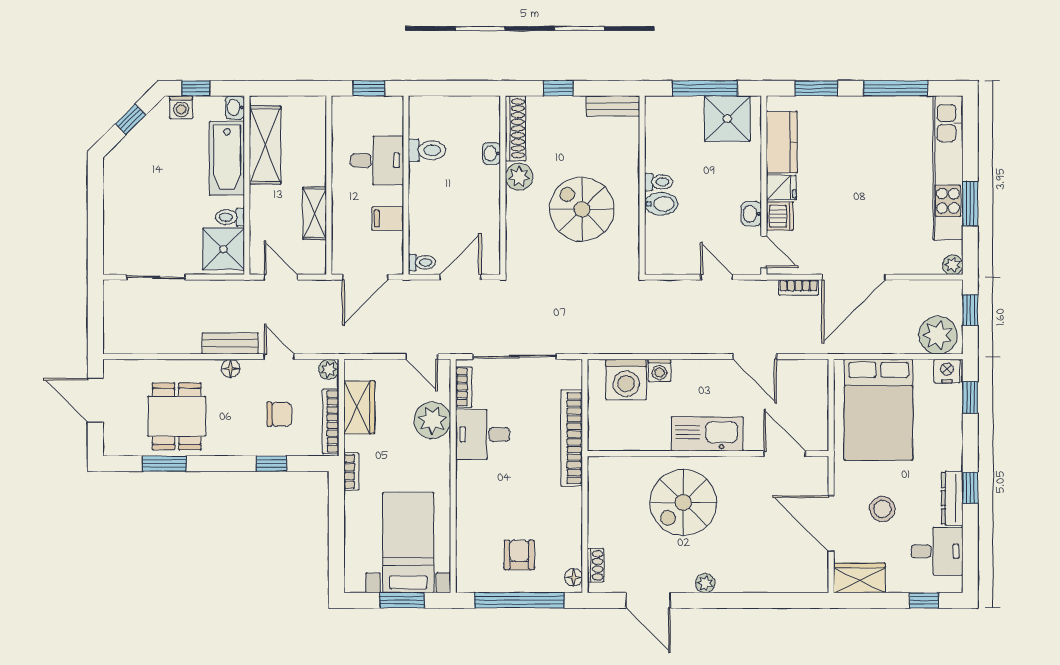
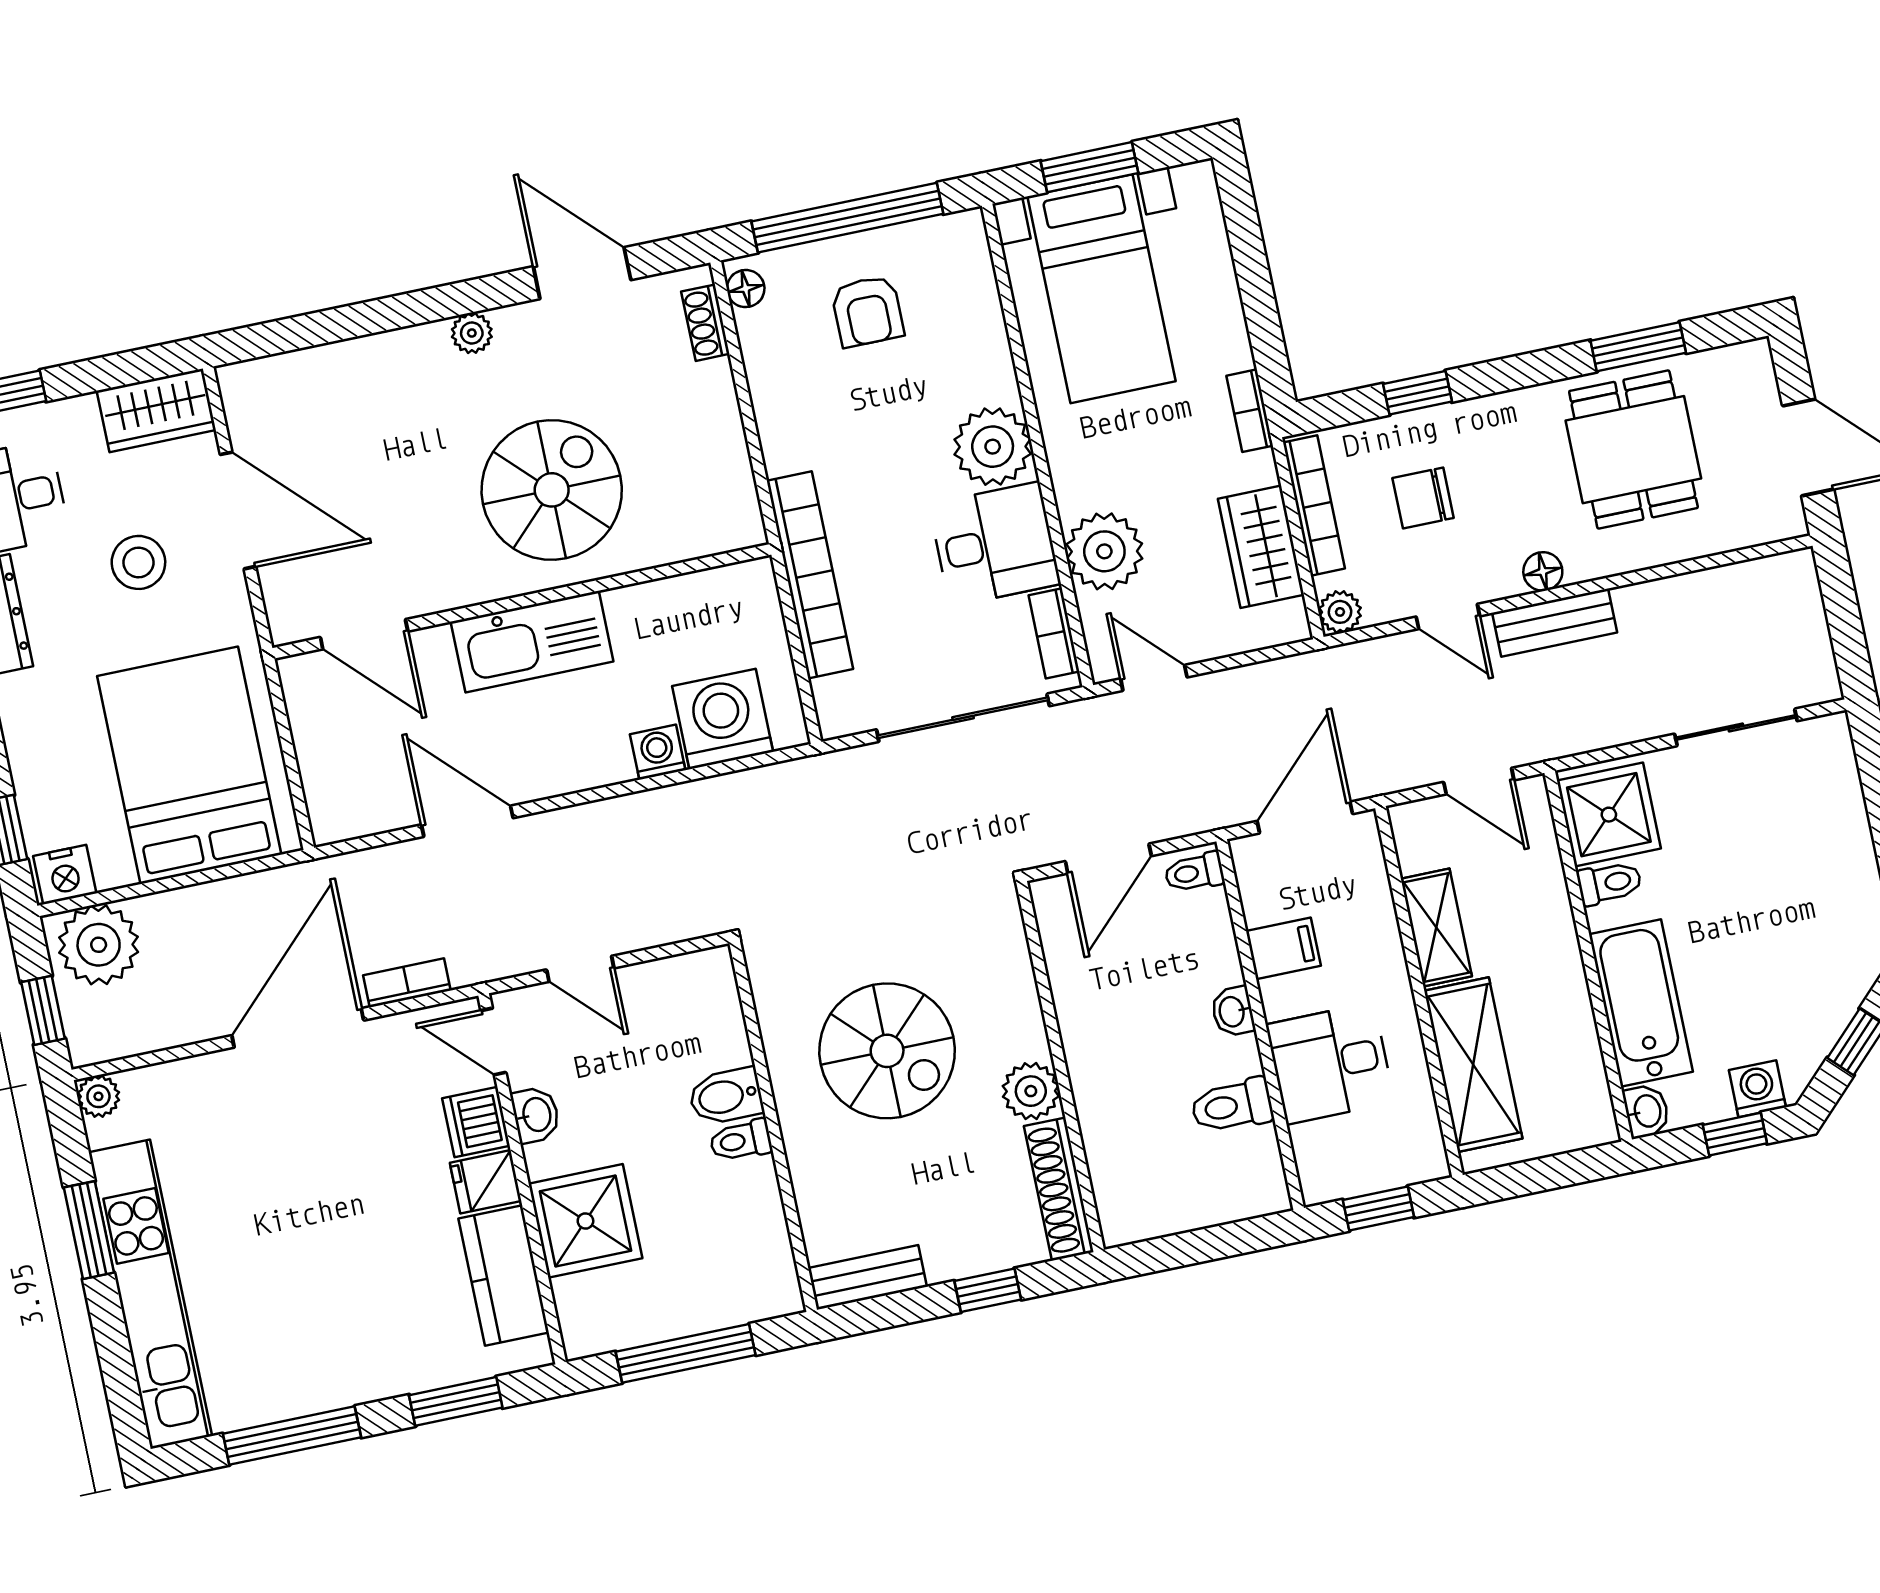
shower: (727, 119) -> (585, 1221), moved
shelving: (265, 145) -> (1473, 1065), moved
washbasin: (492, 153) -> (1233, 1012), moved, turned 180
plant: (474, 480) -> (993, 447), added

